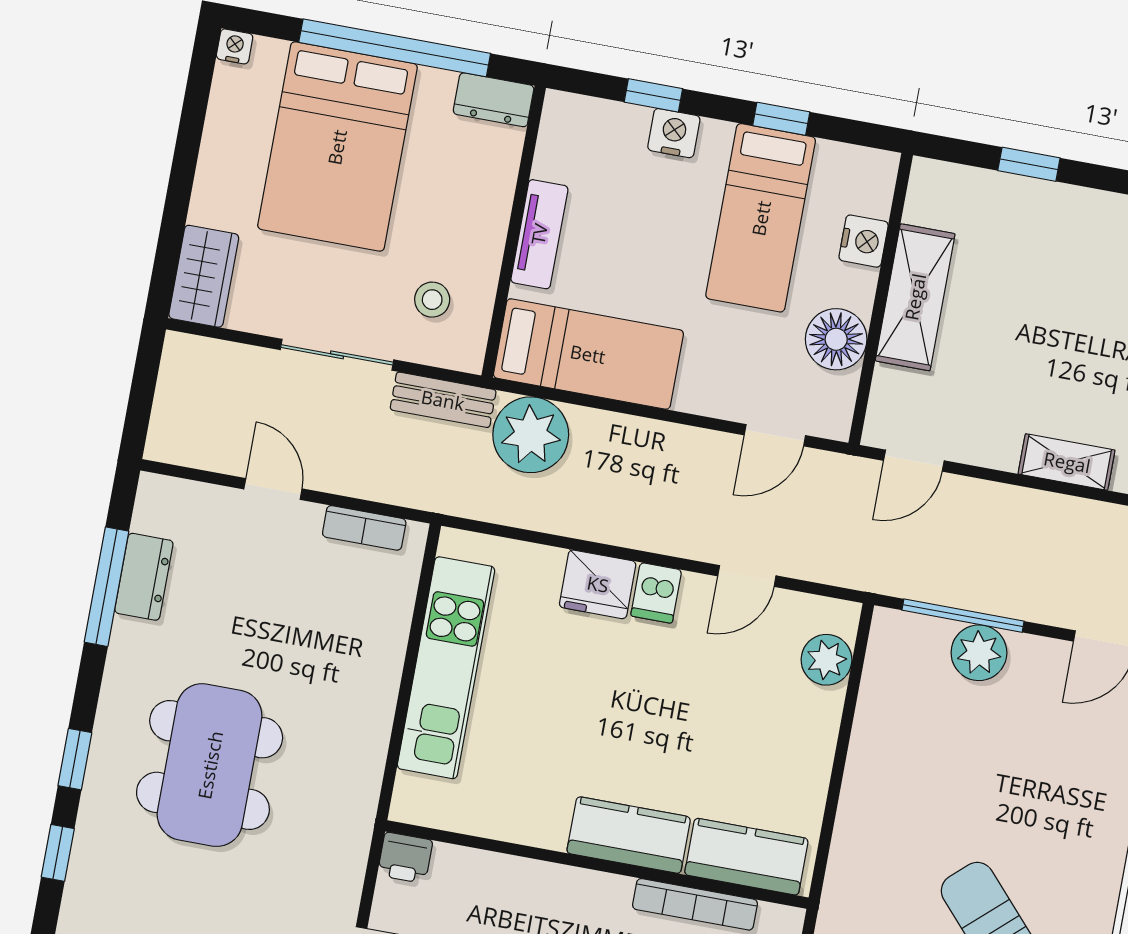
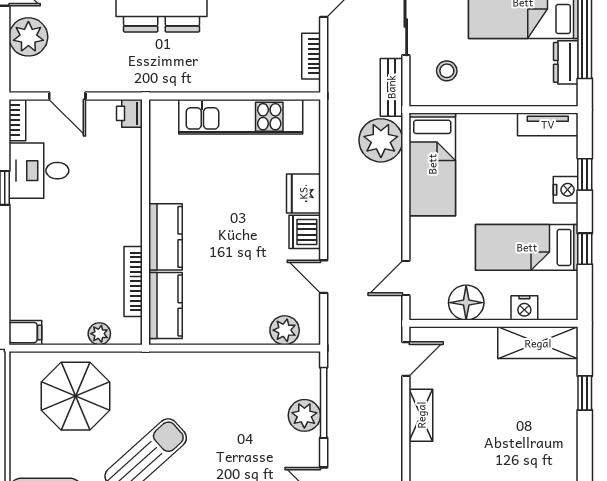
dresser: (494, 100) -> (566, 62), moved
tv unit: (539, 234) -> (548, 124), moved
shelving: (915, 297) -> (538, 343), moved
door: (775, 435) -> (406, 278), hinge flipped
door: (914, 461) -> (406, 359), swing flipped
shelving: (1067, 462) -> (421, 415), moved
dishwasher: (656, 593) -> (305, 232), width x1.38

